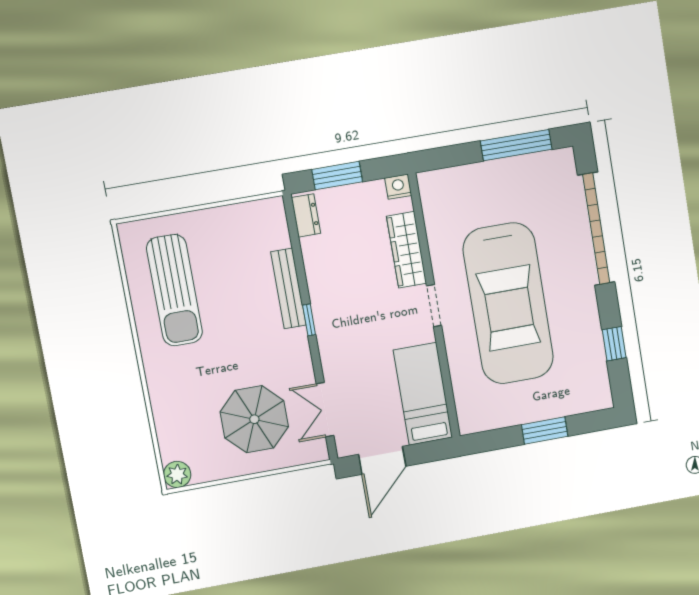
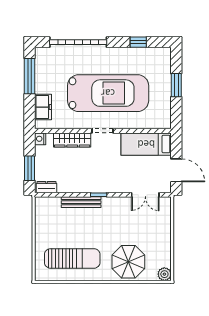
freezer: (461, 182) -> (43, 107), added
parasol: (254, 419) -> (128, 262), moved

